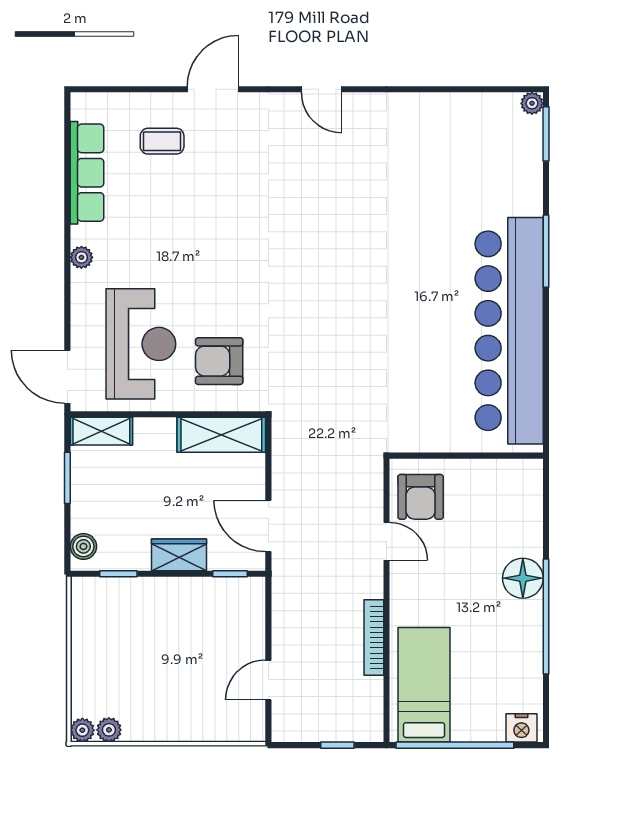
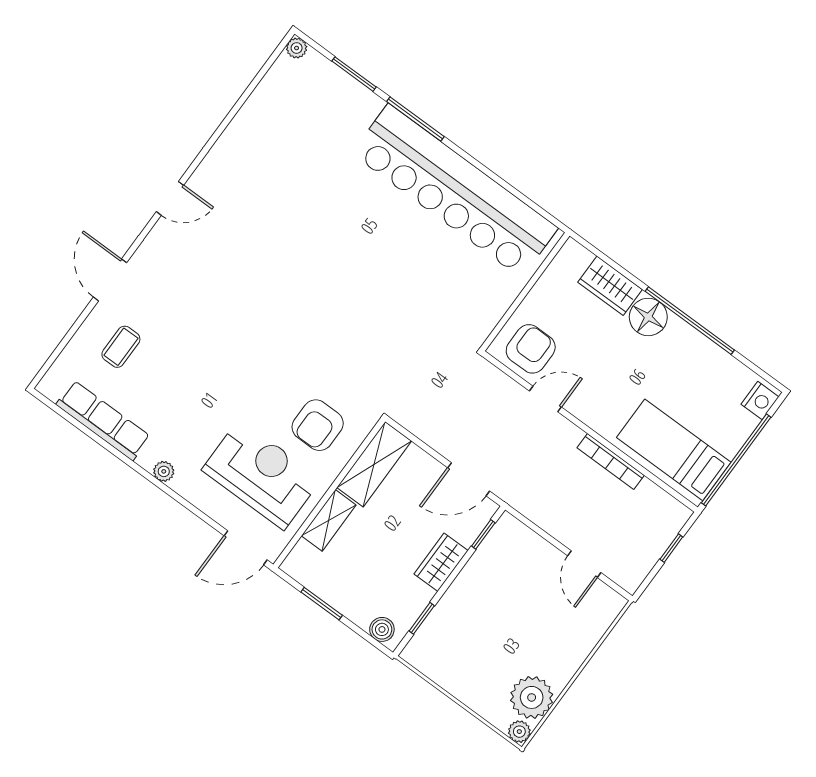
window: (546, 134) -> (354, 74), moved
shelving: (101, 431) -> (329, 520), moved
armchair: (421, 497) -> (531, 349), turned -90
wardrobe: (526, 525) -> (610, 286), added
plant: (109, 730) -> (532, 697), width x1.88, depth x1.88

